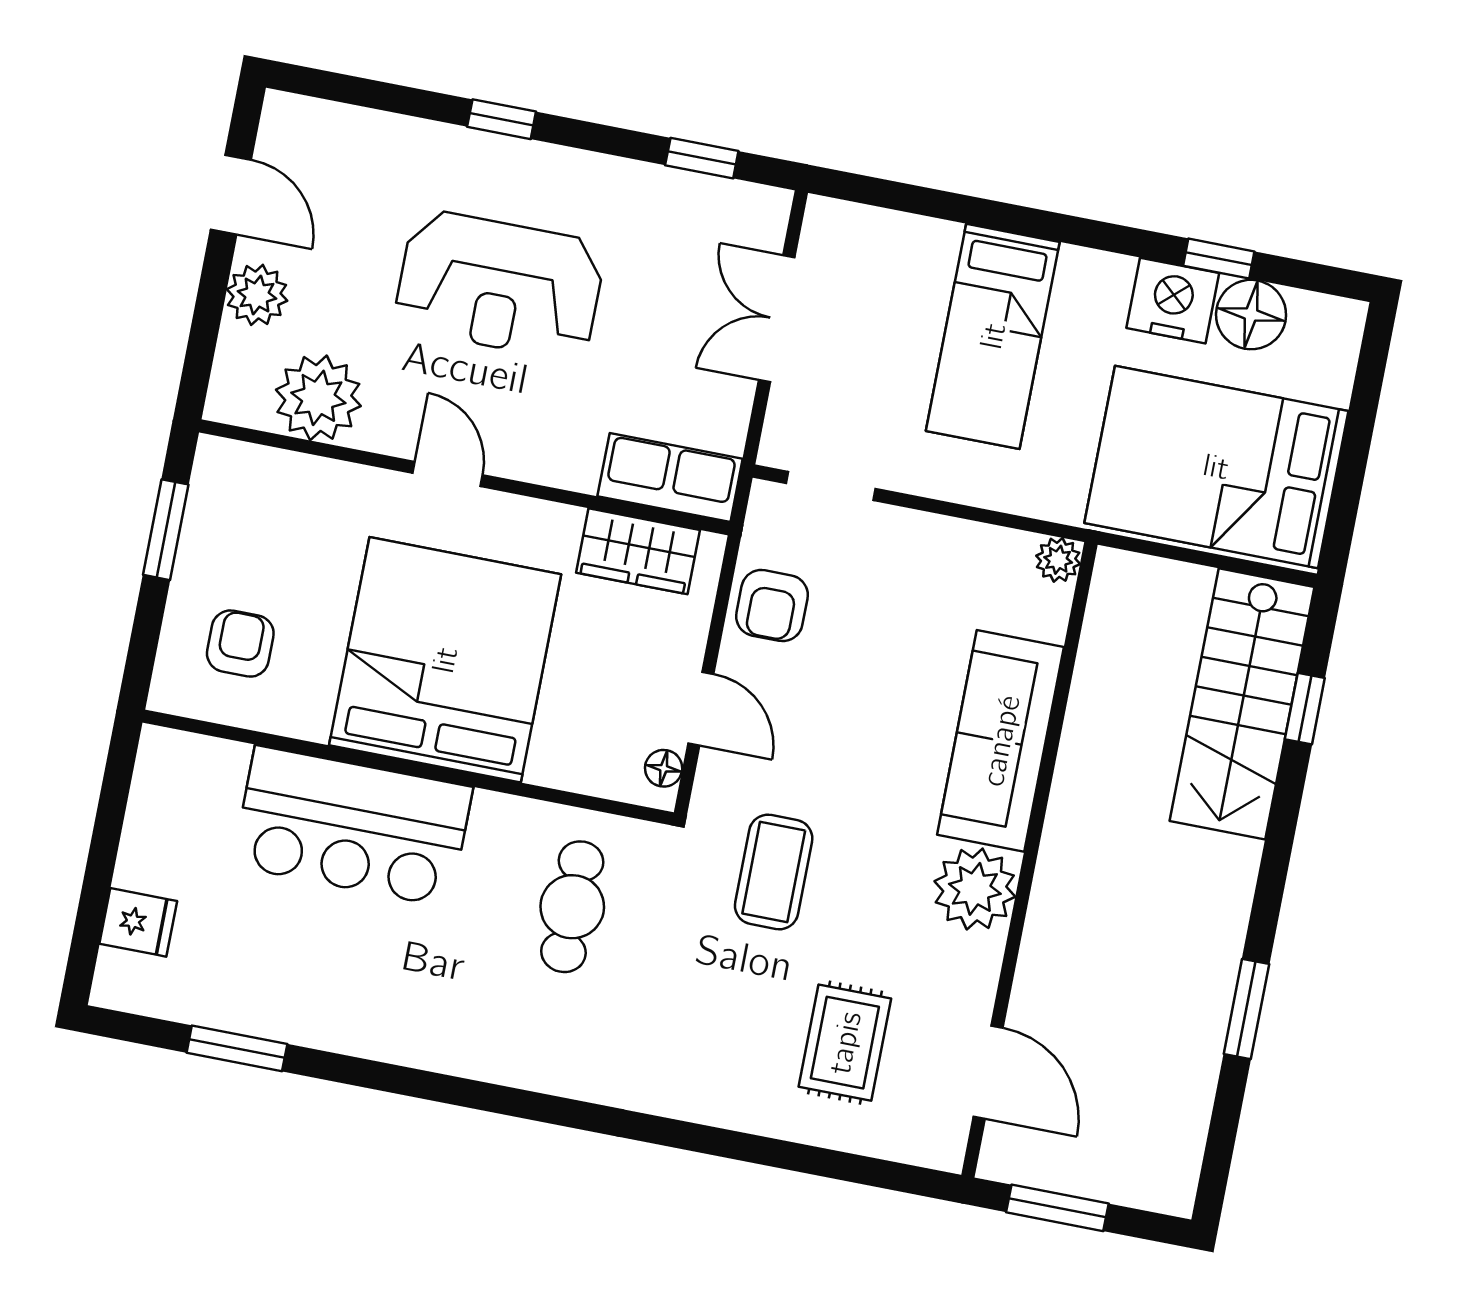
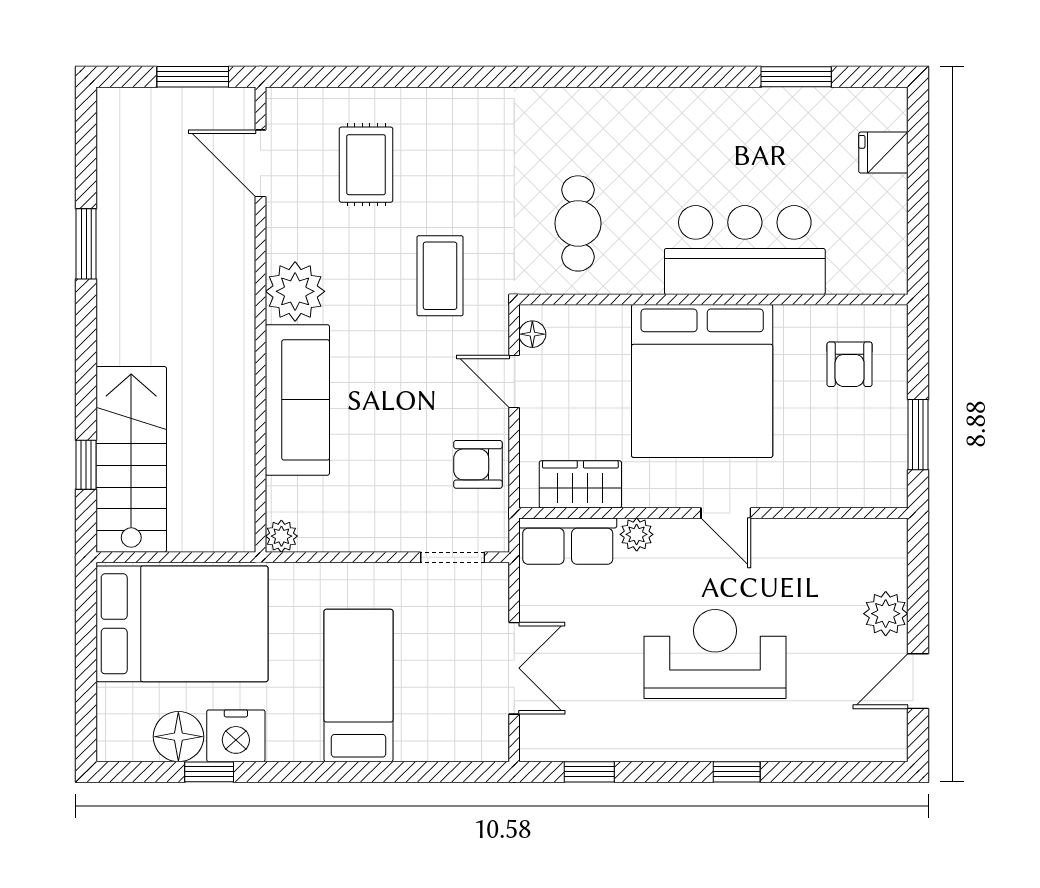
door: (231, 195) -> (918, 681), hinge flipped
plant: (318, 398) -> (637, 534), moved, width x0.53, depth x0.53
armchair: (772, 606) -> (478, 464), turned -90

